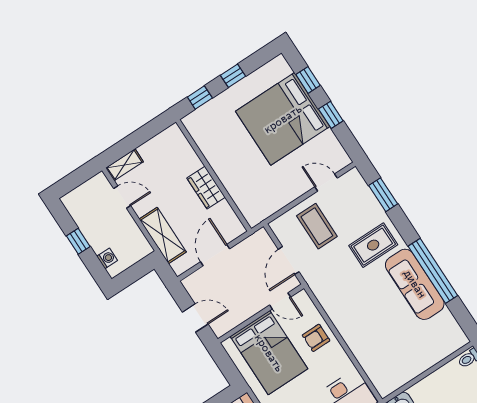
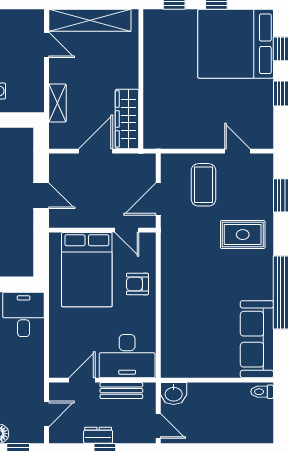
bed: (283, 119) -> (236, 44), moved
shelving: (125, 165) -> (90, 20), width x2.20, depth x1.33
wardrobe: (206, 188) -> (127, 119), moved, width x1.50
shelving: (163, 236) -> (57, 103), width x0.67, depth x0.75
sofa: (415, 284) -> (257, 339), moved

